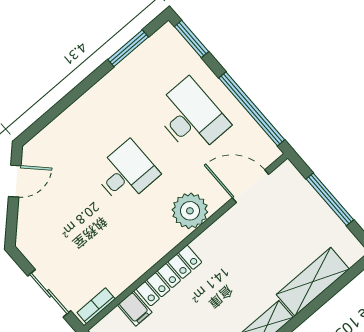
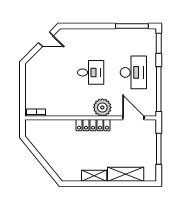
window: (128, 48) -> (132, 26), width x1.44
locker: (169, 276) -> (93, 125), moved
sliding door: (49, 293) -> (22, 93), removed
filing cabinet: (135, 309) -> (50, 126), removed

